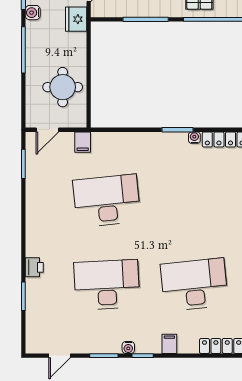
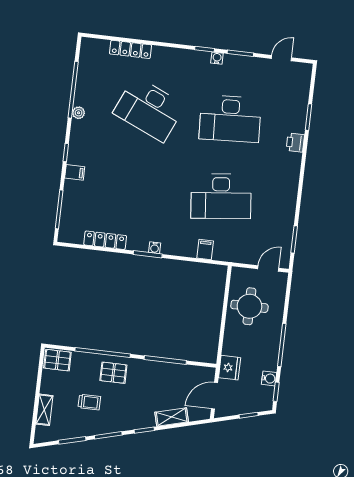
water cooler: (194, 138) -> (155, 248), moved
filing cabinet: (83, 142) -> (205, 249), moved
desk: (194, 285) -> (149, 109), turned 30
filing cabinet: (169, 344) -> (179, 57), removed

